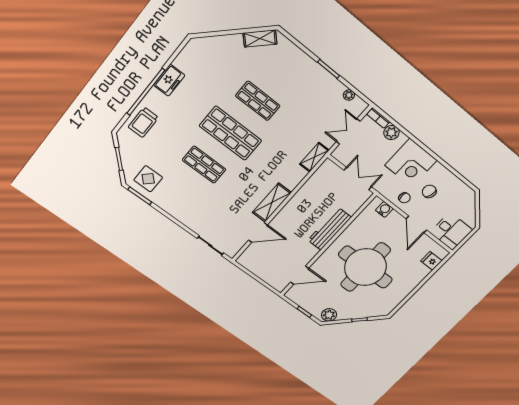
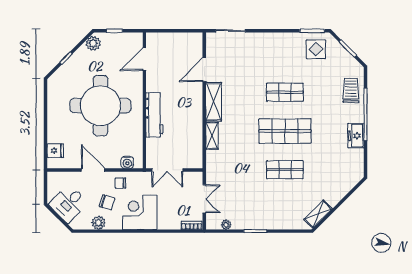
plant: (391, 133) -> (99, 223), moved
shelving: (314, 157) -> (212, 136), moved
desk: (451, 231) -> (69, 203), moved, turned -45

